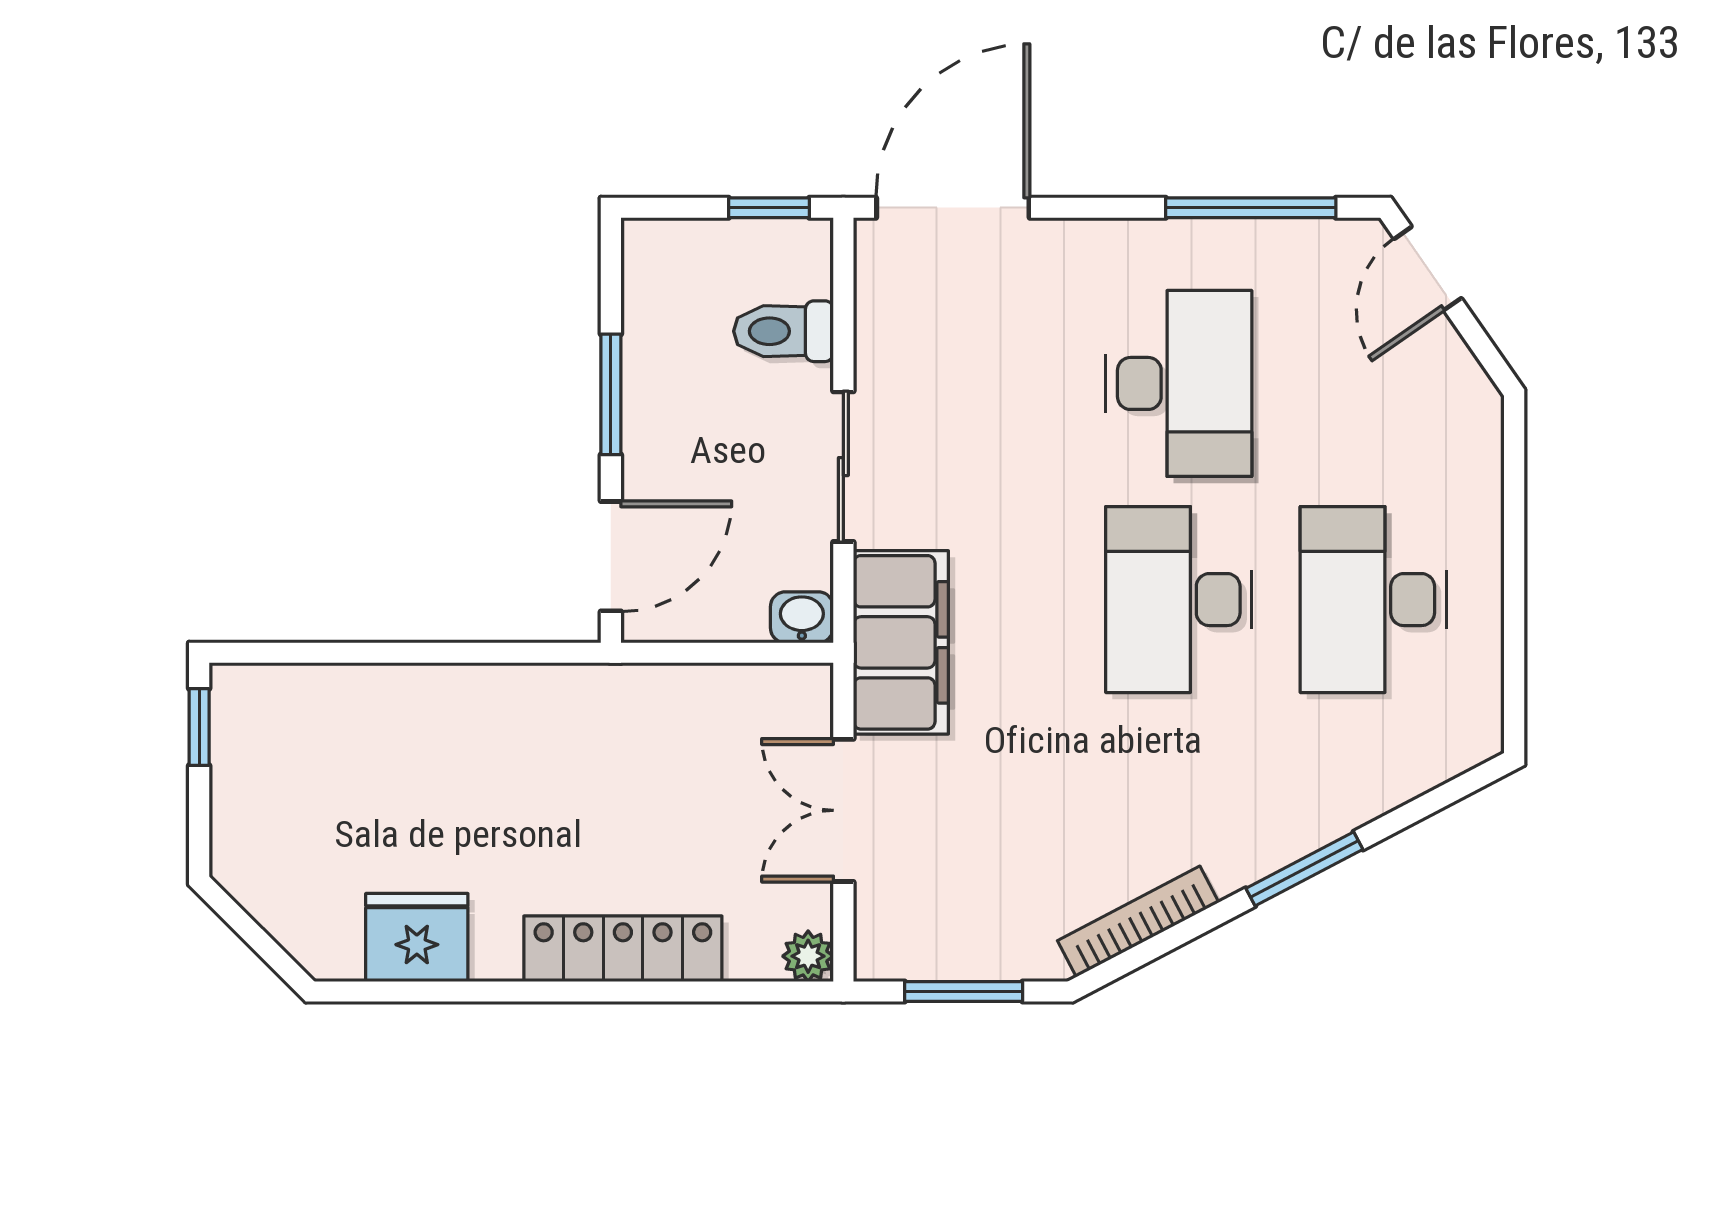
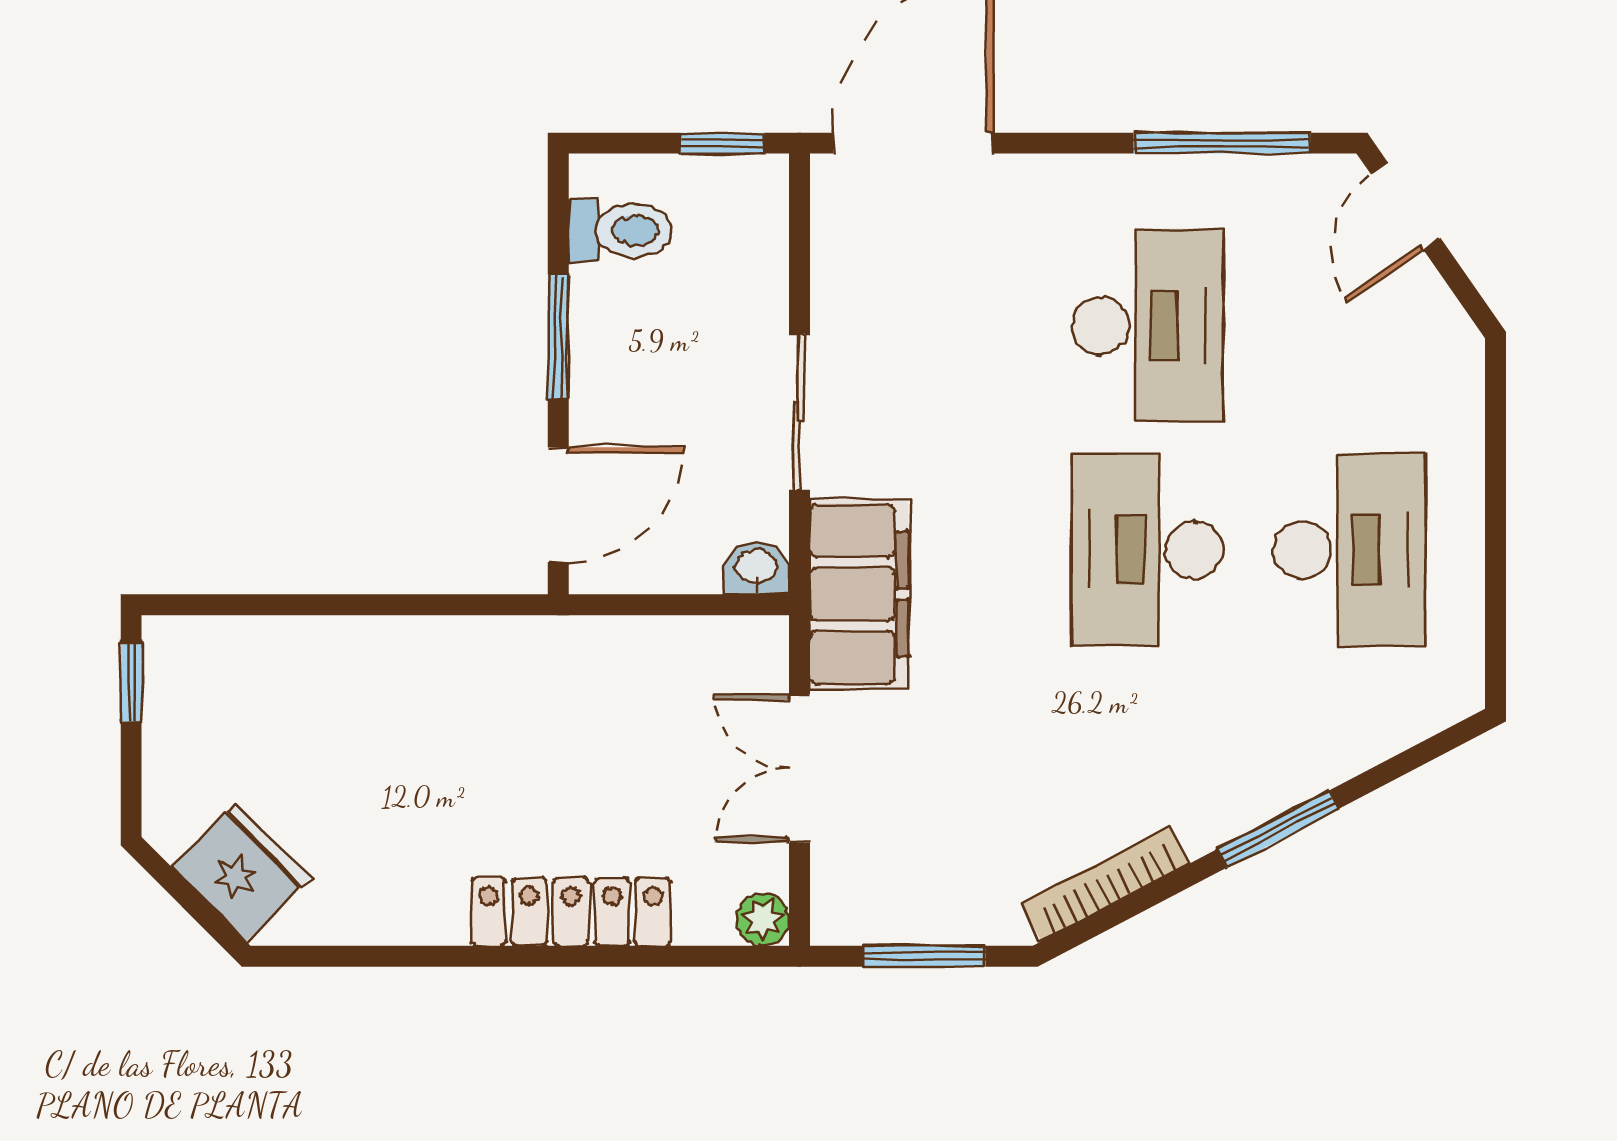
toilet: (783, 331) -> (620, 230), moved, turned 180
desk: (1373, 600) -> (1349, 550), turned 180
fridge: (417, 937) -> (241, 872), moved, turned 45

